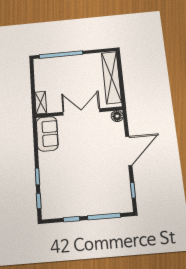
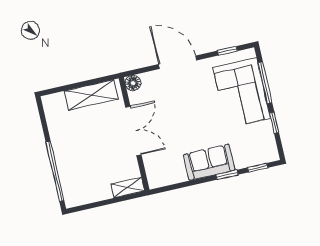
shelving: (111, 77) -> (91, 95), width x0.68
double door: (81, 112) -> (133, 131), swing flipped
sofa: (47, 134) -> (209, 162), moved
corner sofa: (99, 197) -> (242, 93), added

